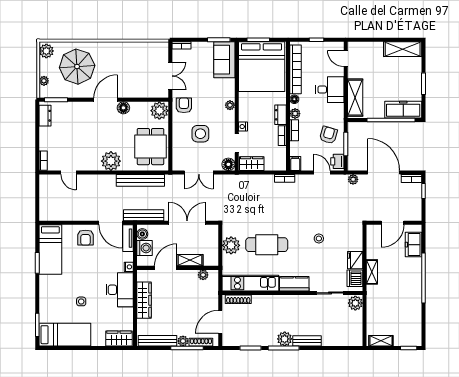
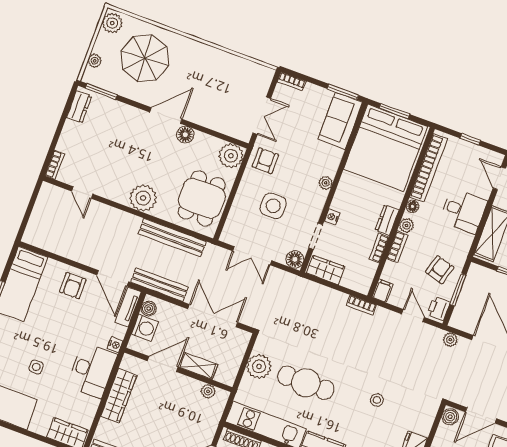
boiler: (372, 231) -> (450, 417), added

